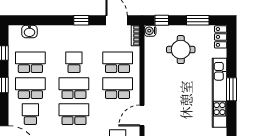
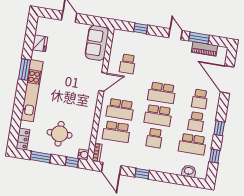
school desk: (30, 88) -> (196, 122), width x0.54
window: (232, 89) -> (25, 70), moved

